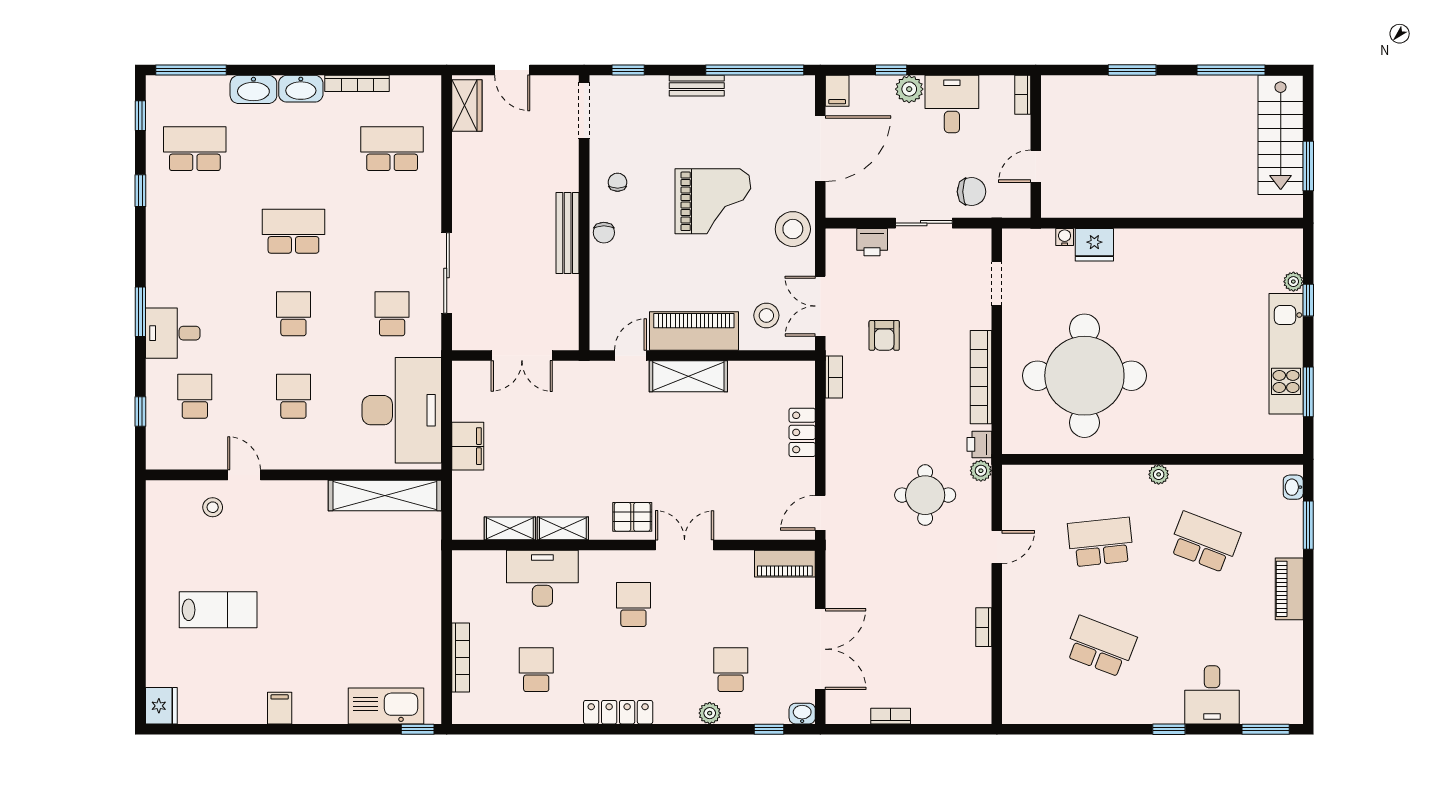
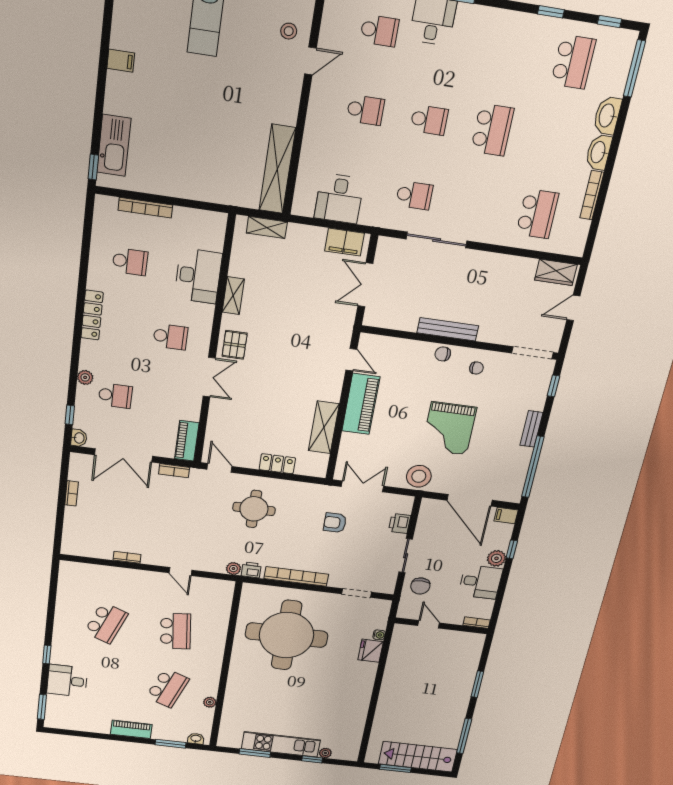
stool: (766, 315) -> (363, 452), removed
shelving: (688, 376) -> (324, 427), moved
bookcase: (834, 377) -> (174, 471), moved
desk: (402, 410) -> (339, 198), width x0.53, depth x0.77
filing cabinet: (468, 446) -> (344, 242), moved
plant: (1159, 474) -> (210, 702), moved
round table: (925, 495) -> (254, 509), moved
shelving: (510, 528) -> (267, 227), moved, turned 90

